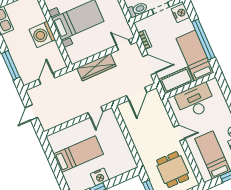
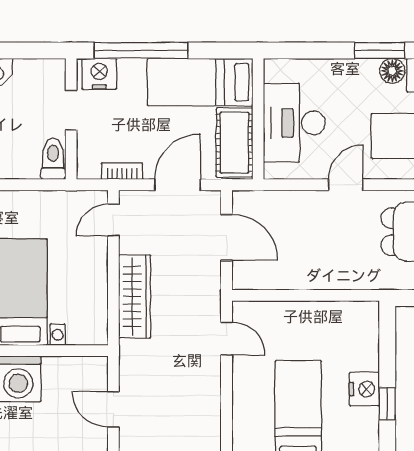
window: (203, 40) -> (141, 50), moved

